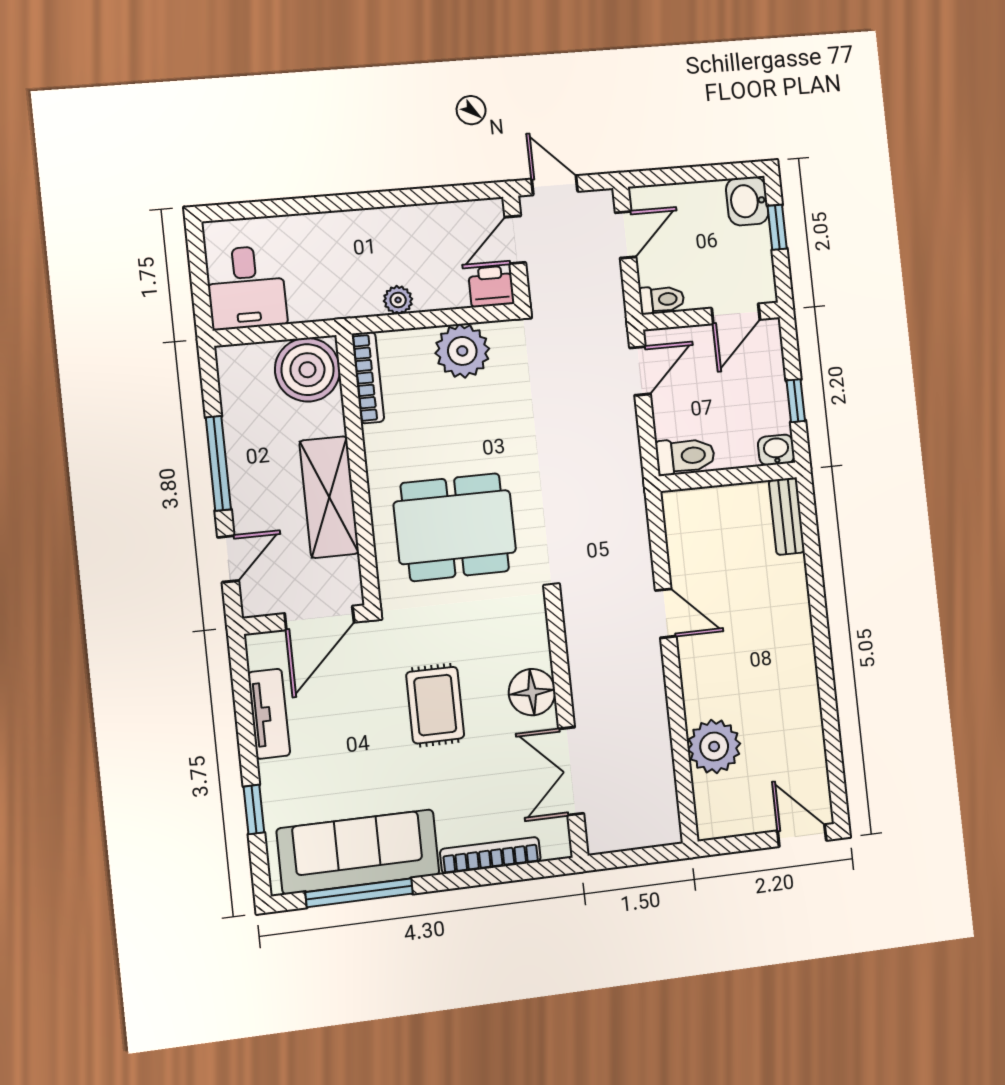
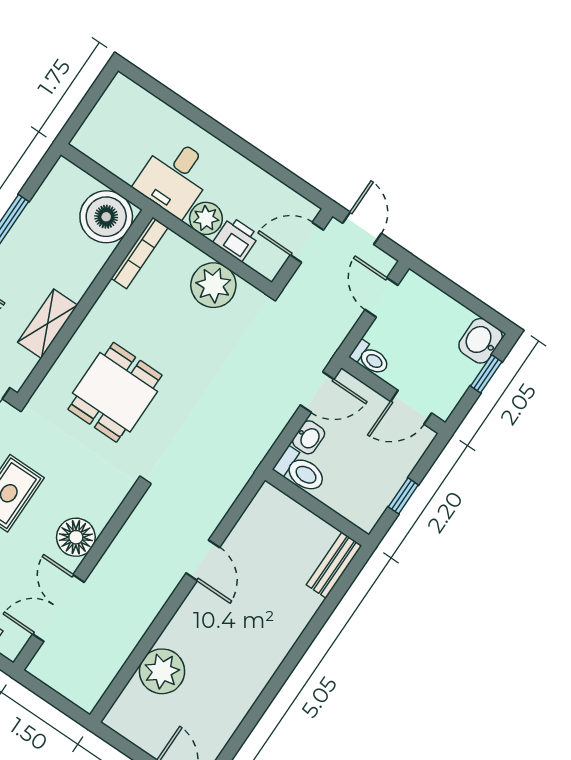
door: (626, 235) -> (381, 297), swing flipped
desk: (246, 287) -> (175, 177), moved
printer: (491, 287) -> (236, 239), moved
plant: (398, 300) -> (206, 218), width x1.38, depth x1.38
washbasin: (776, 450) -> (309, 437), moved, turned 90
shelving: (329, 497) -> (48, 324), width x0.67, depth x0.75
dining table: (455, 527) -> (115, 392), width x0.73

